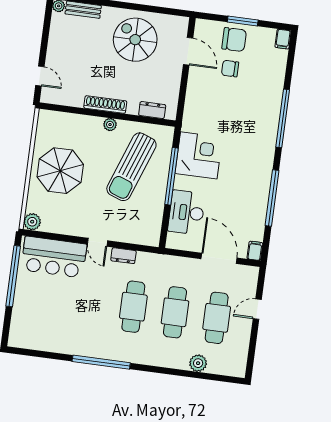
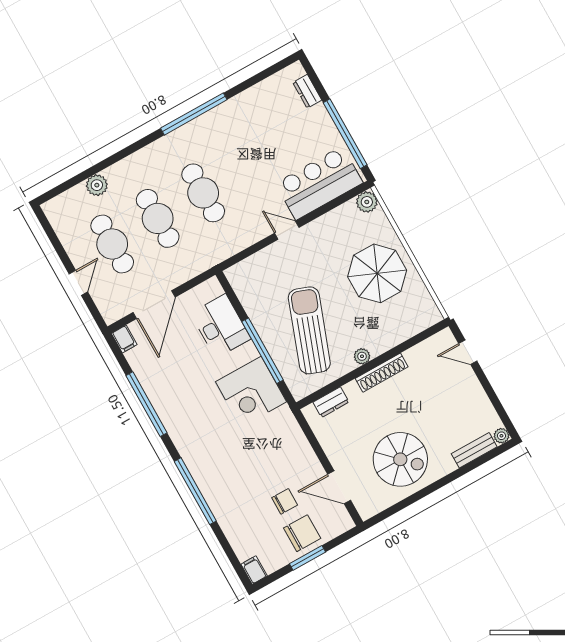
chair: (234, 40) -> (302, 533), turned 180
dresser: (123, 256) -> (307, 91), moved, turned -90
door: (219, 258) -> (154, 305), hinge flipped

